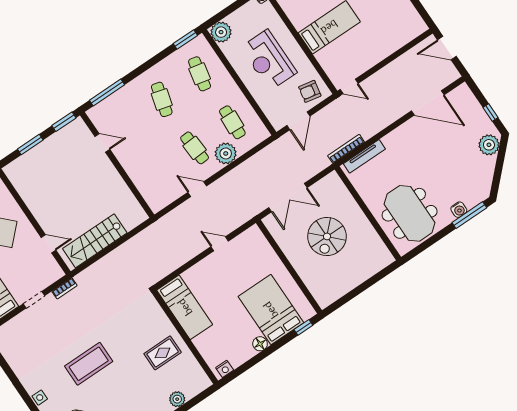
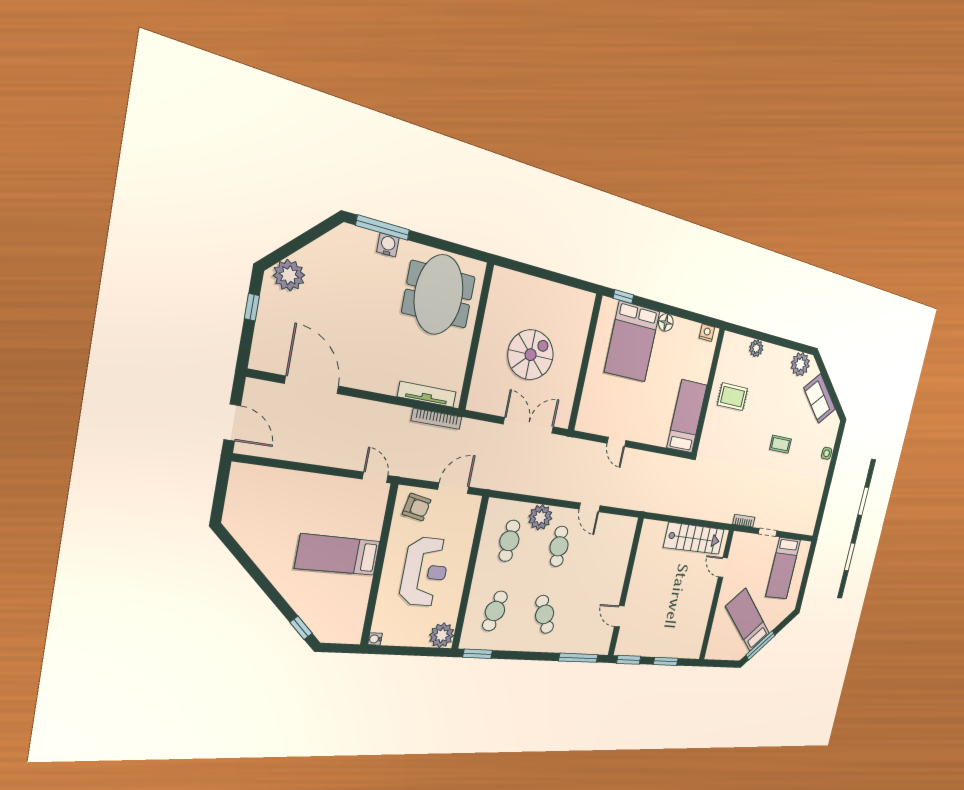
cafe table: (162, 99) -> (545, 614), turned -39
coffee table: (89, 364) -> (781, 444), width x0.54, depth x0.58

